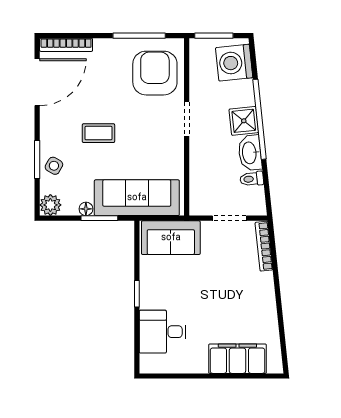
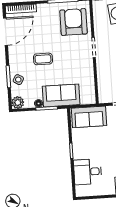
sofa: (137, 198) -> (61, 95), width x0.73

